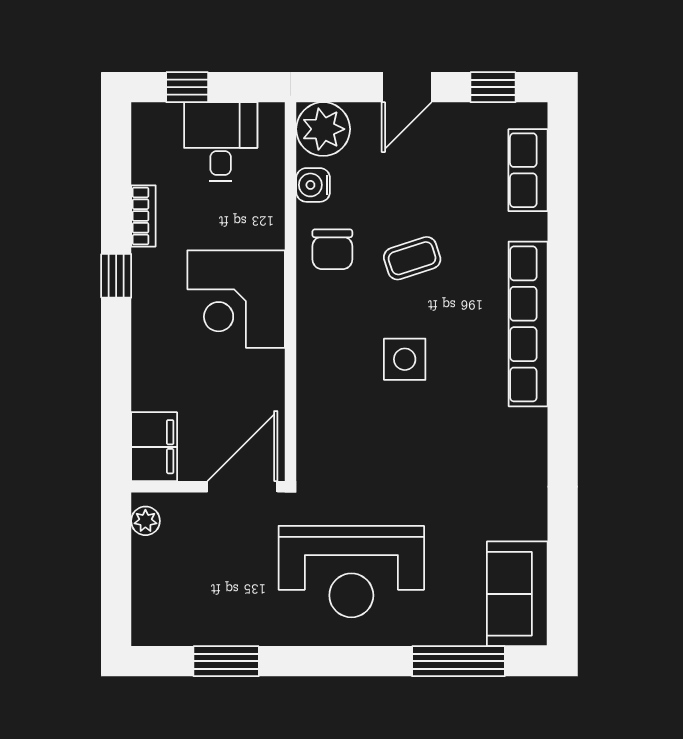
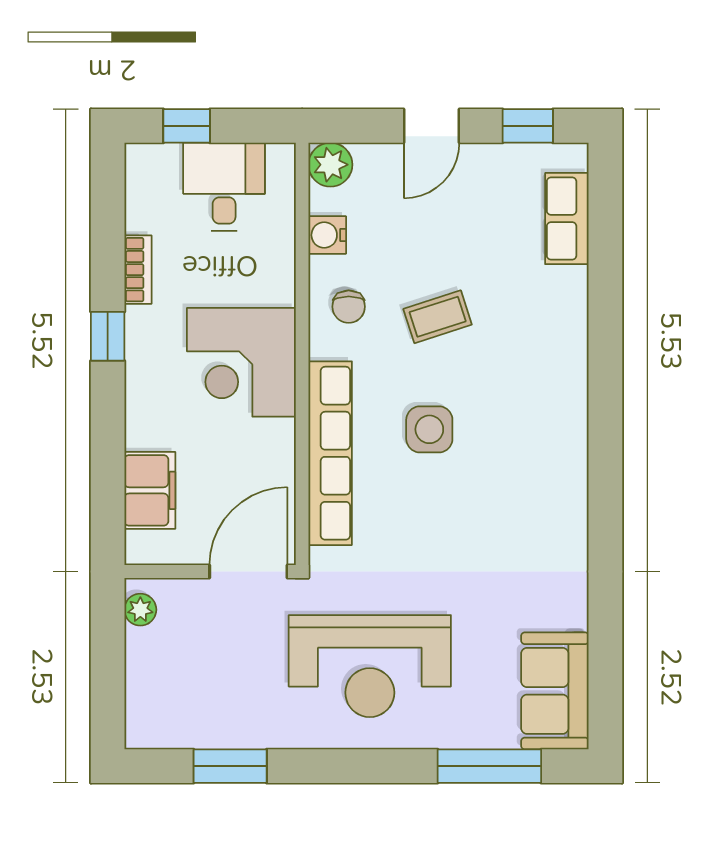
plant: (323, 129) -> (330, 165), width x0.73, depth x0.73
chair: (332, 249) -> (349, 307), width x0.73, depth x0.73
row of seats: (528, 324) -> (330, 453), moved, turned 180
filing cabinet: (154, 447) -> (150, 490), moved

